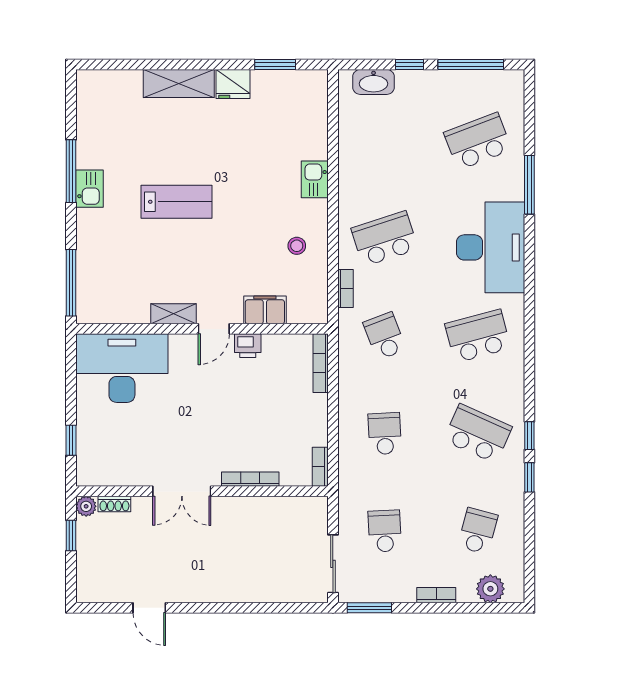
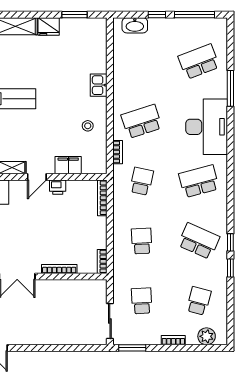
school desk: (385, 336) -> (142, 181), turned 33

